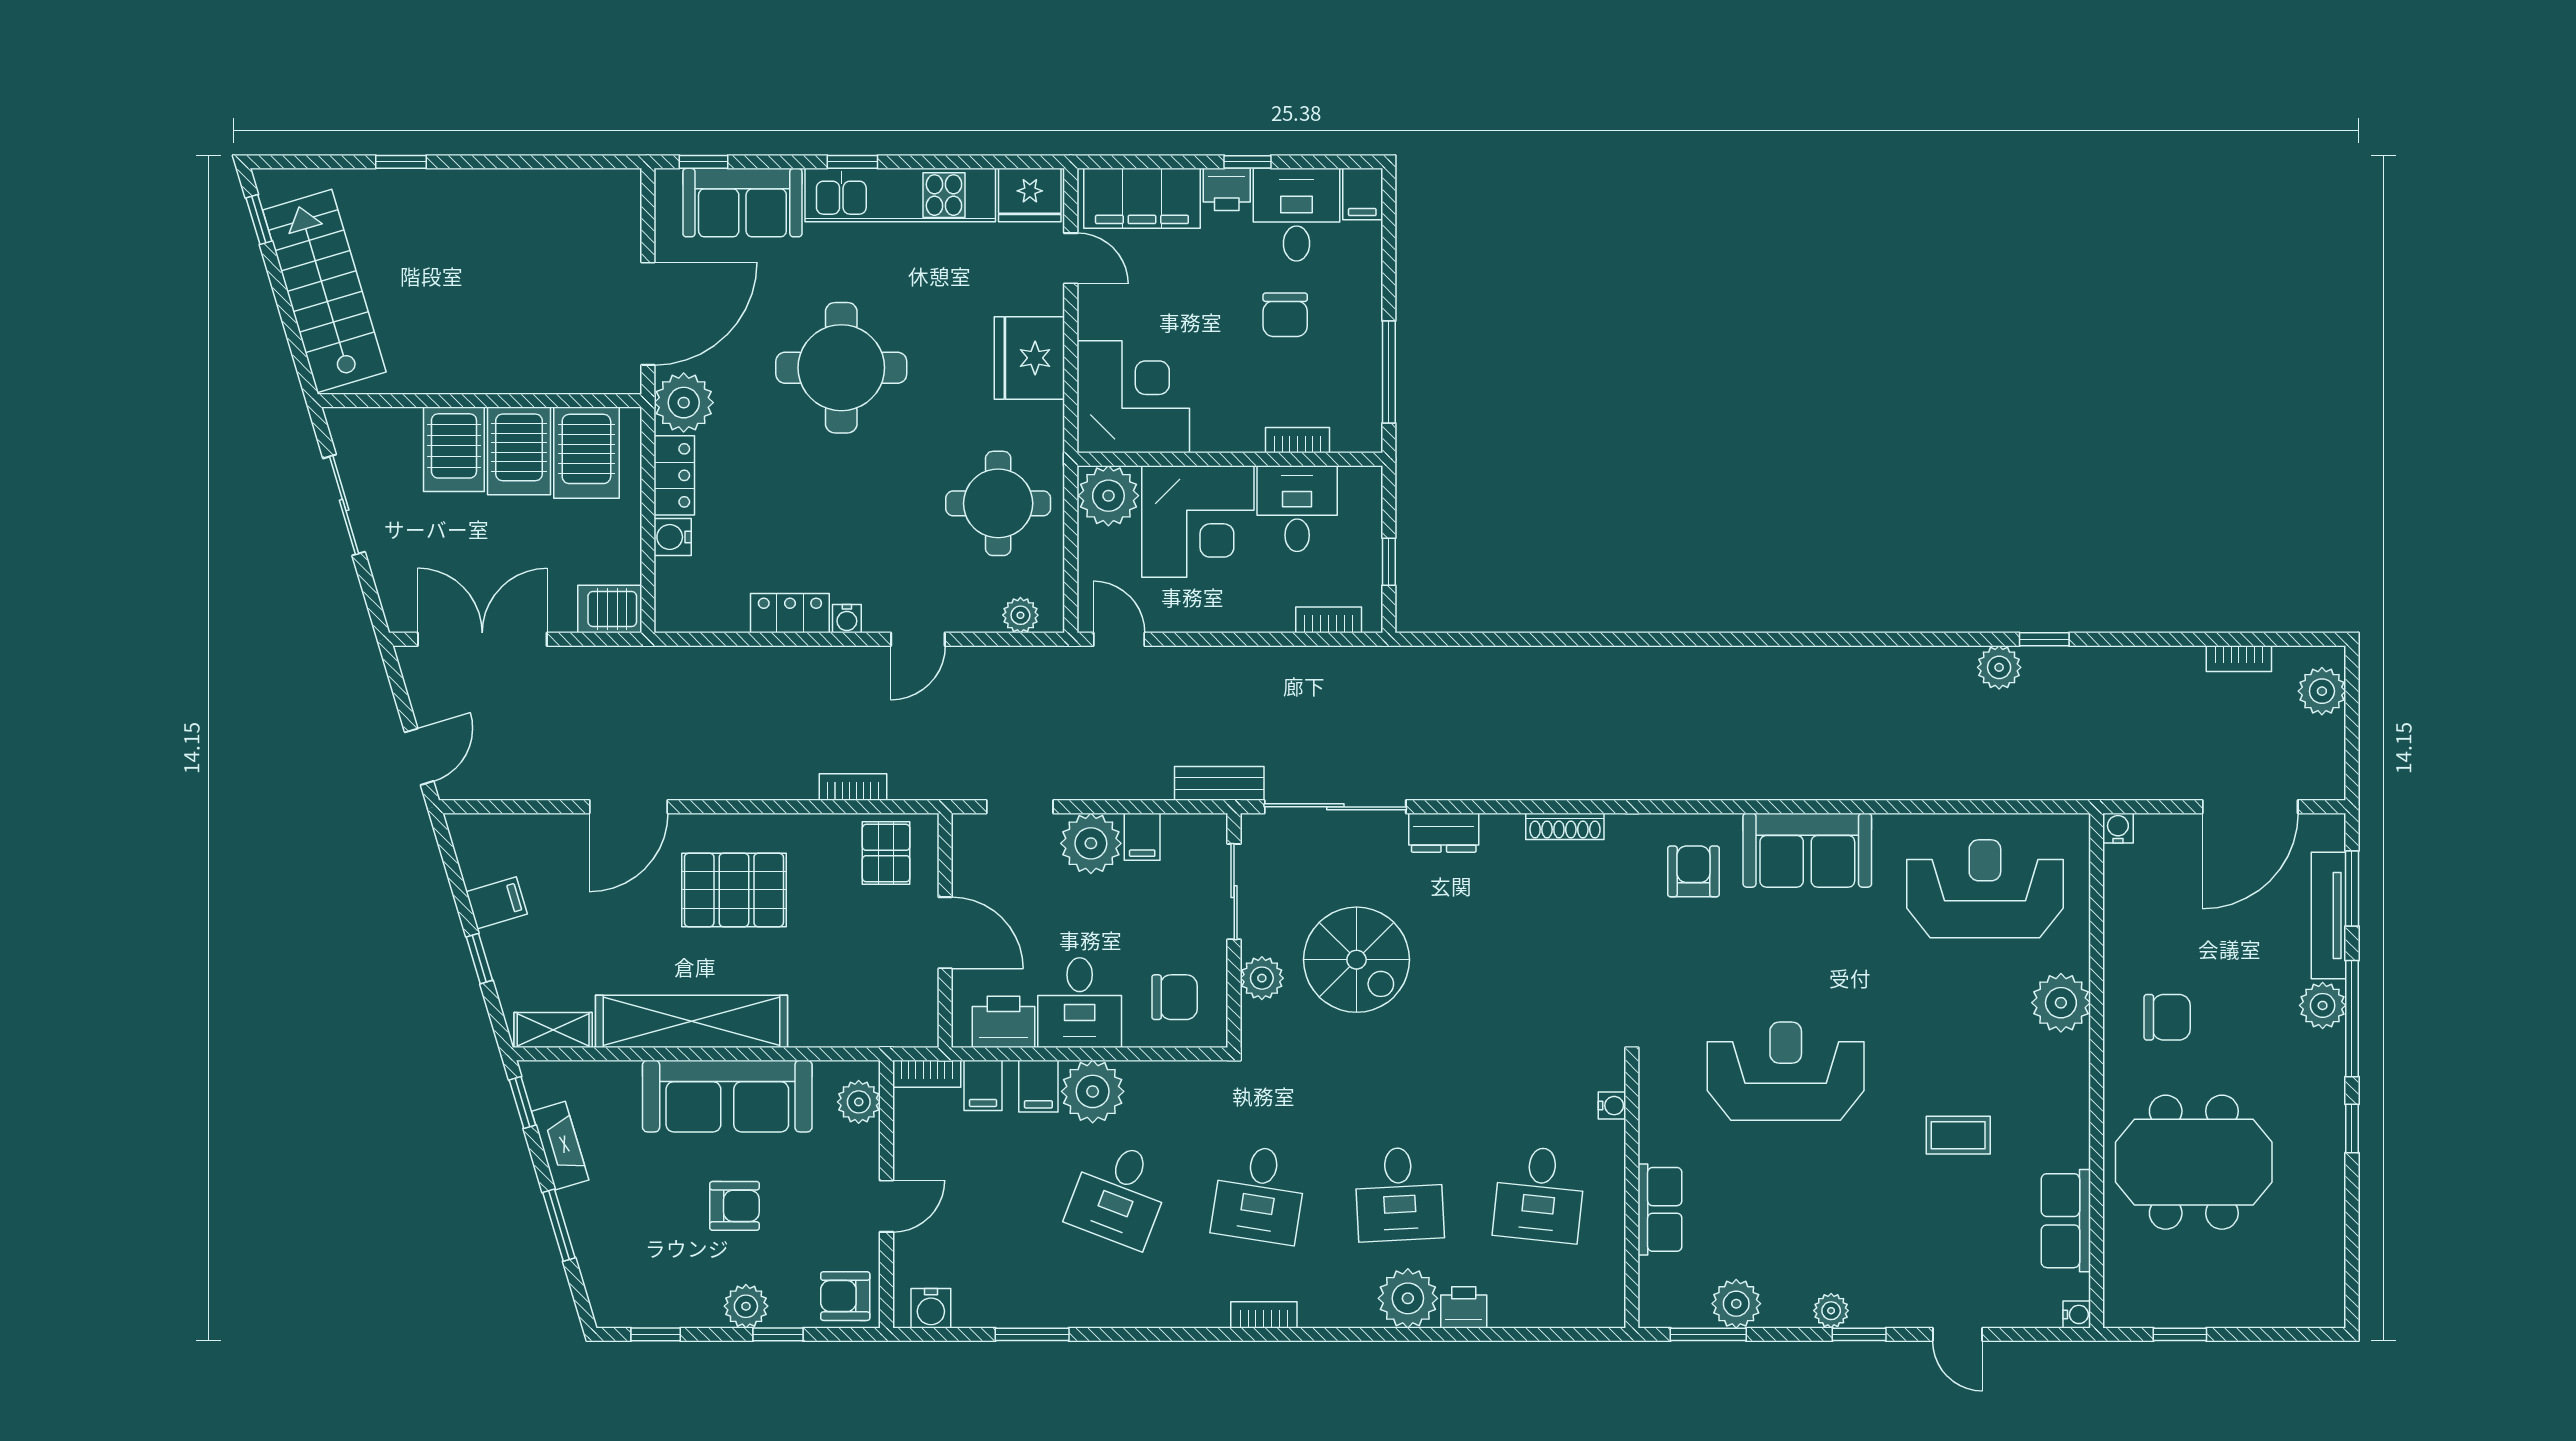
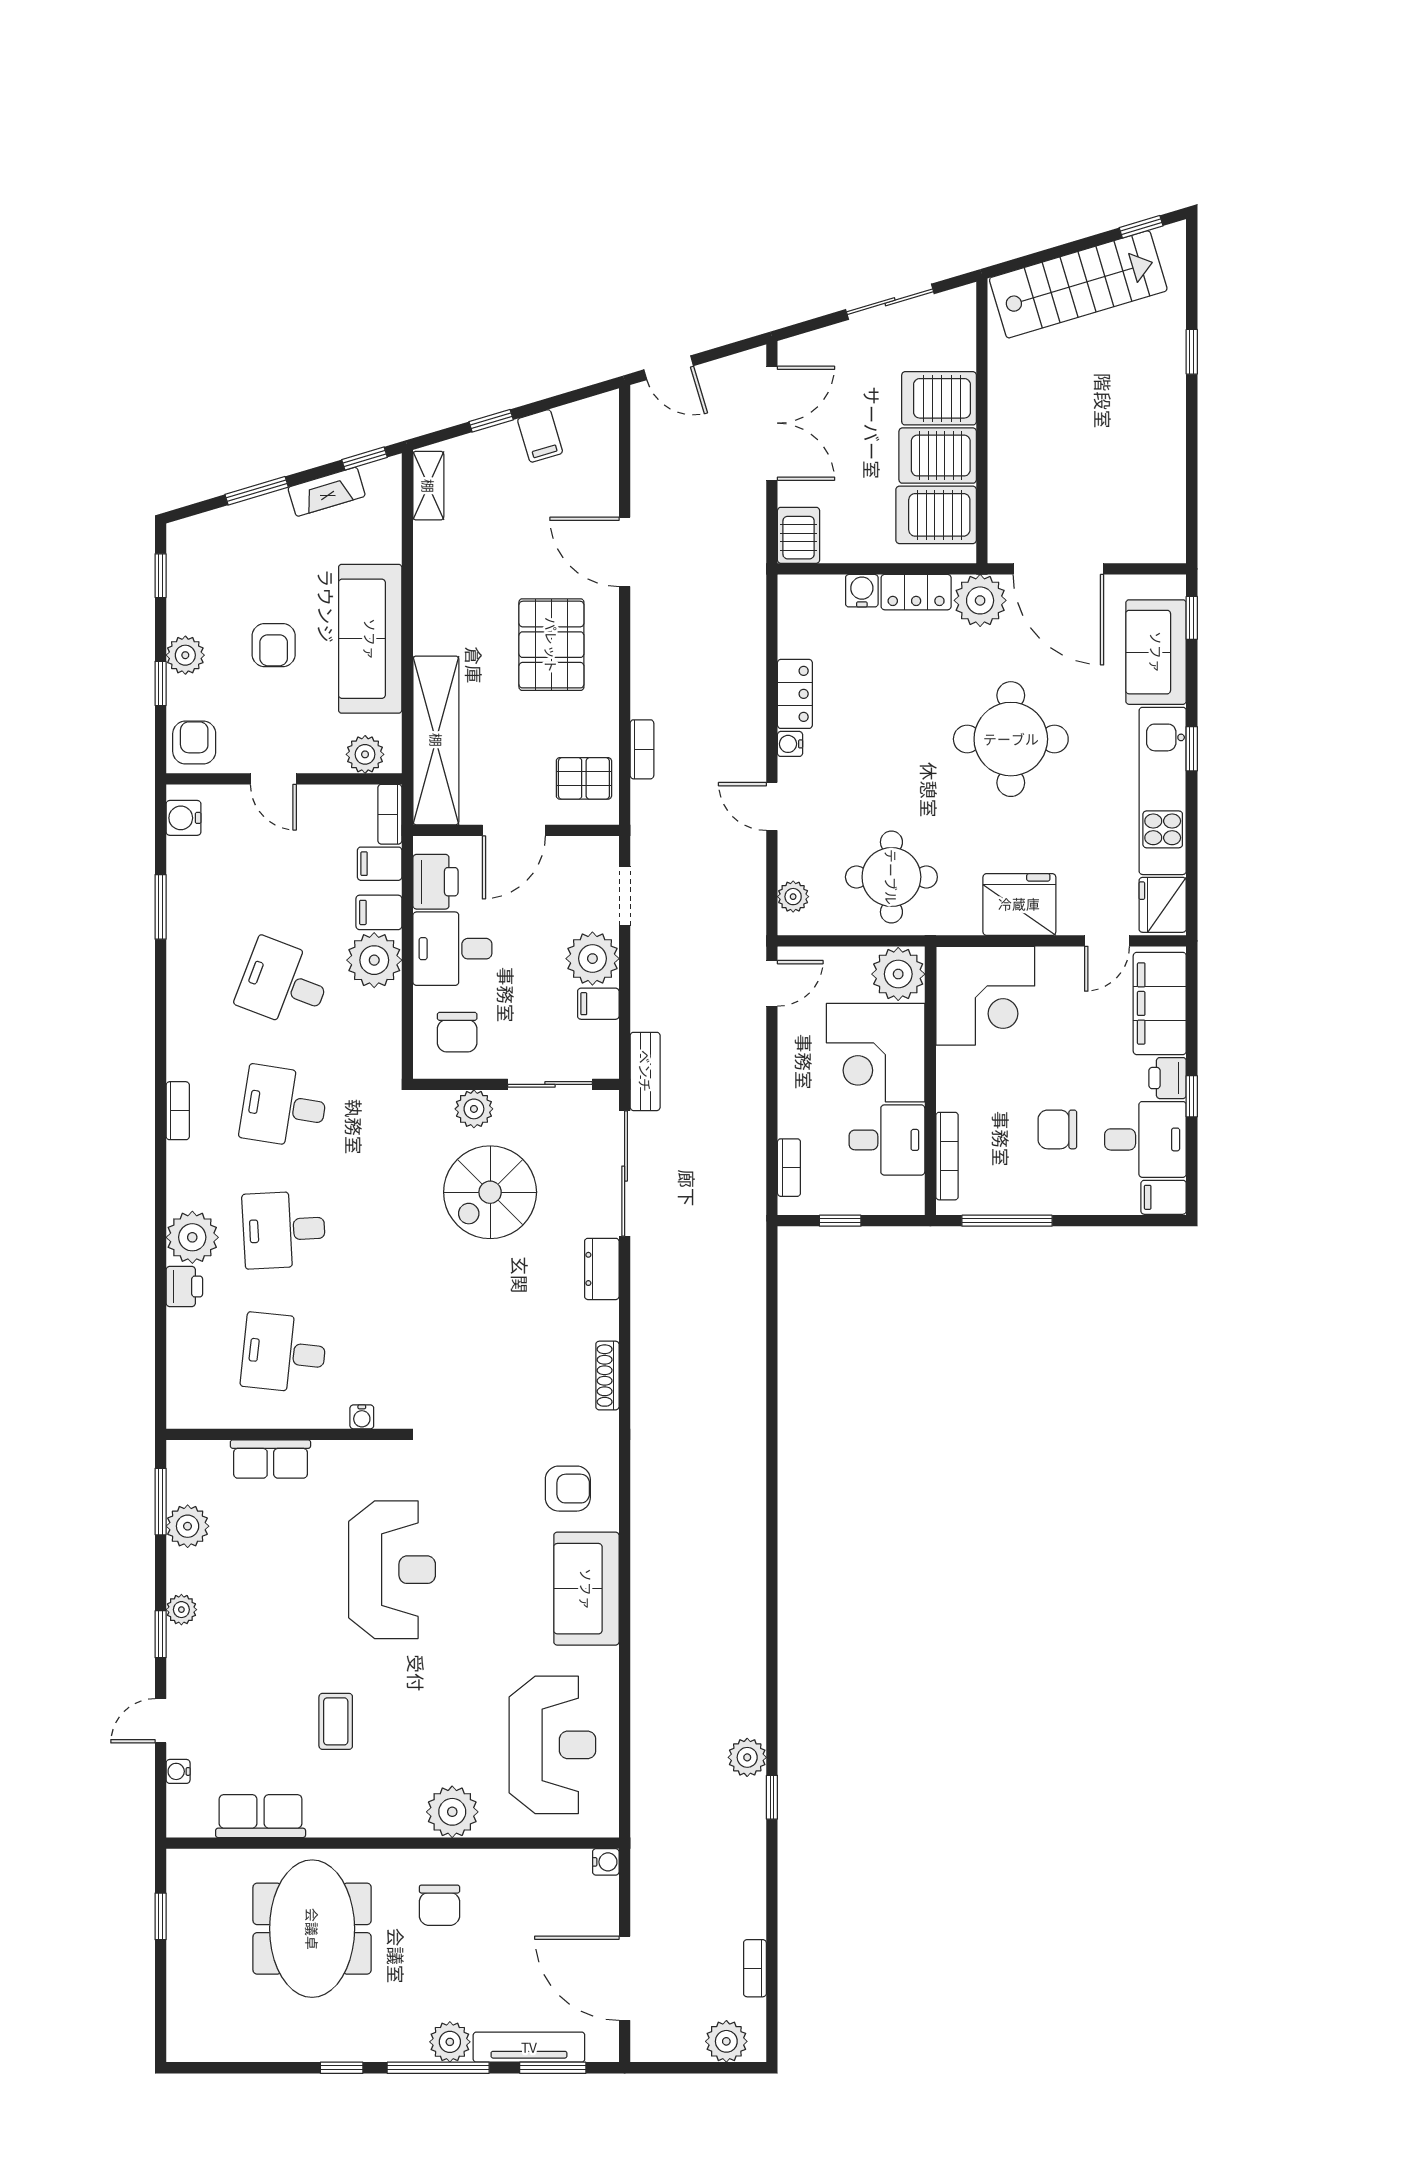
bookcase: (1298, 440) -> (947, 1156), width x1.56
shelving: (692, 1021) -> (436, 740), moved
water cooler: (2077, 1314) -> (178, 1771), moved, turned 90

